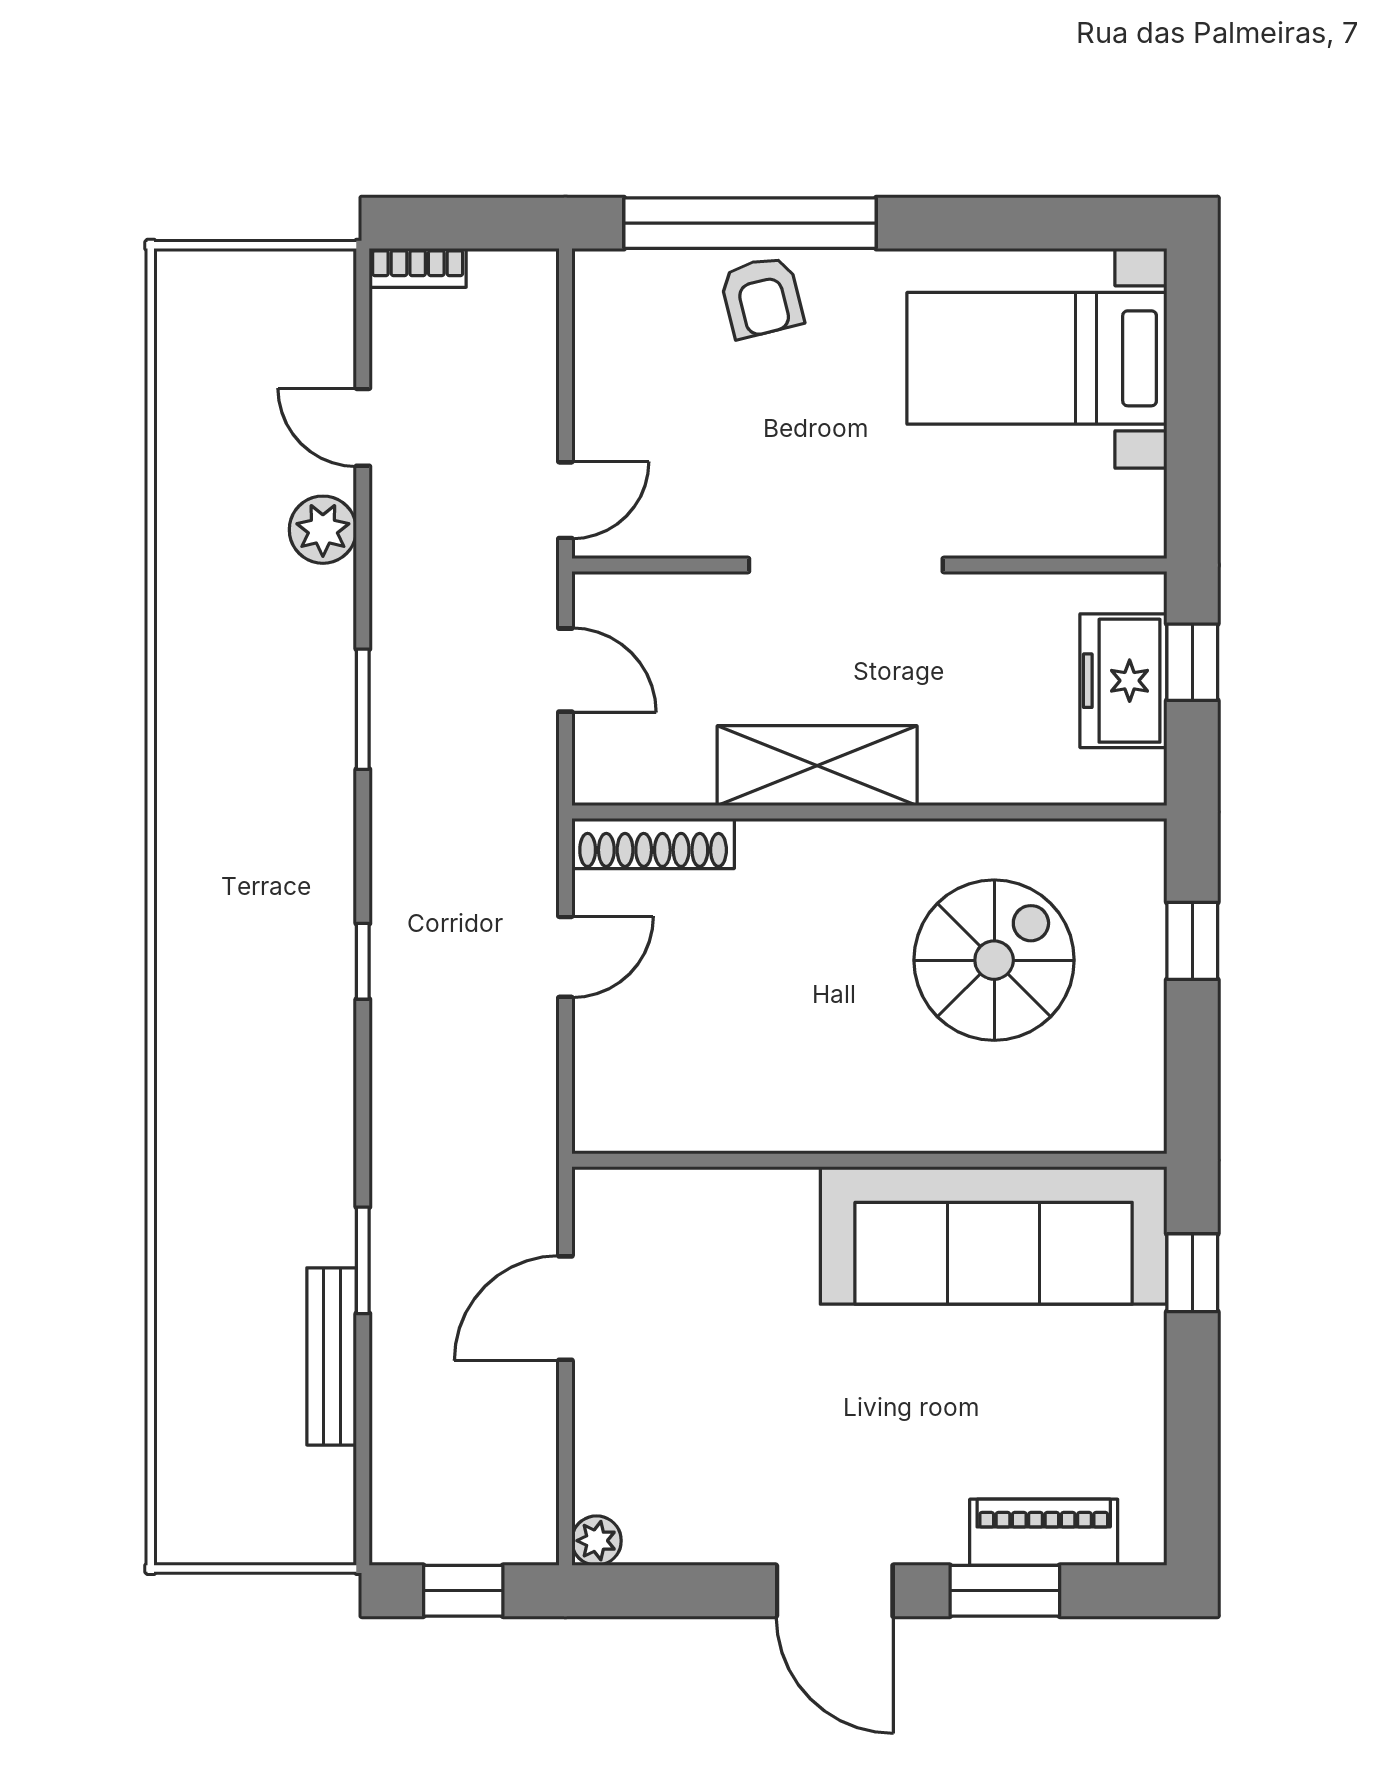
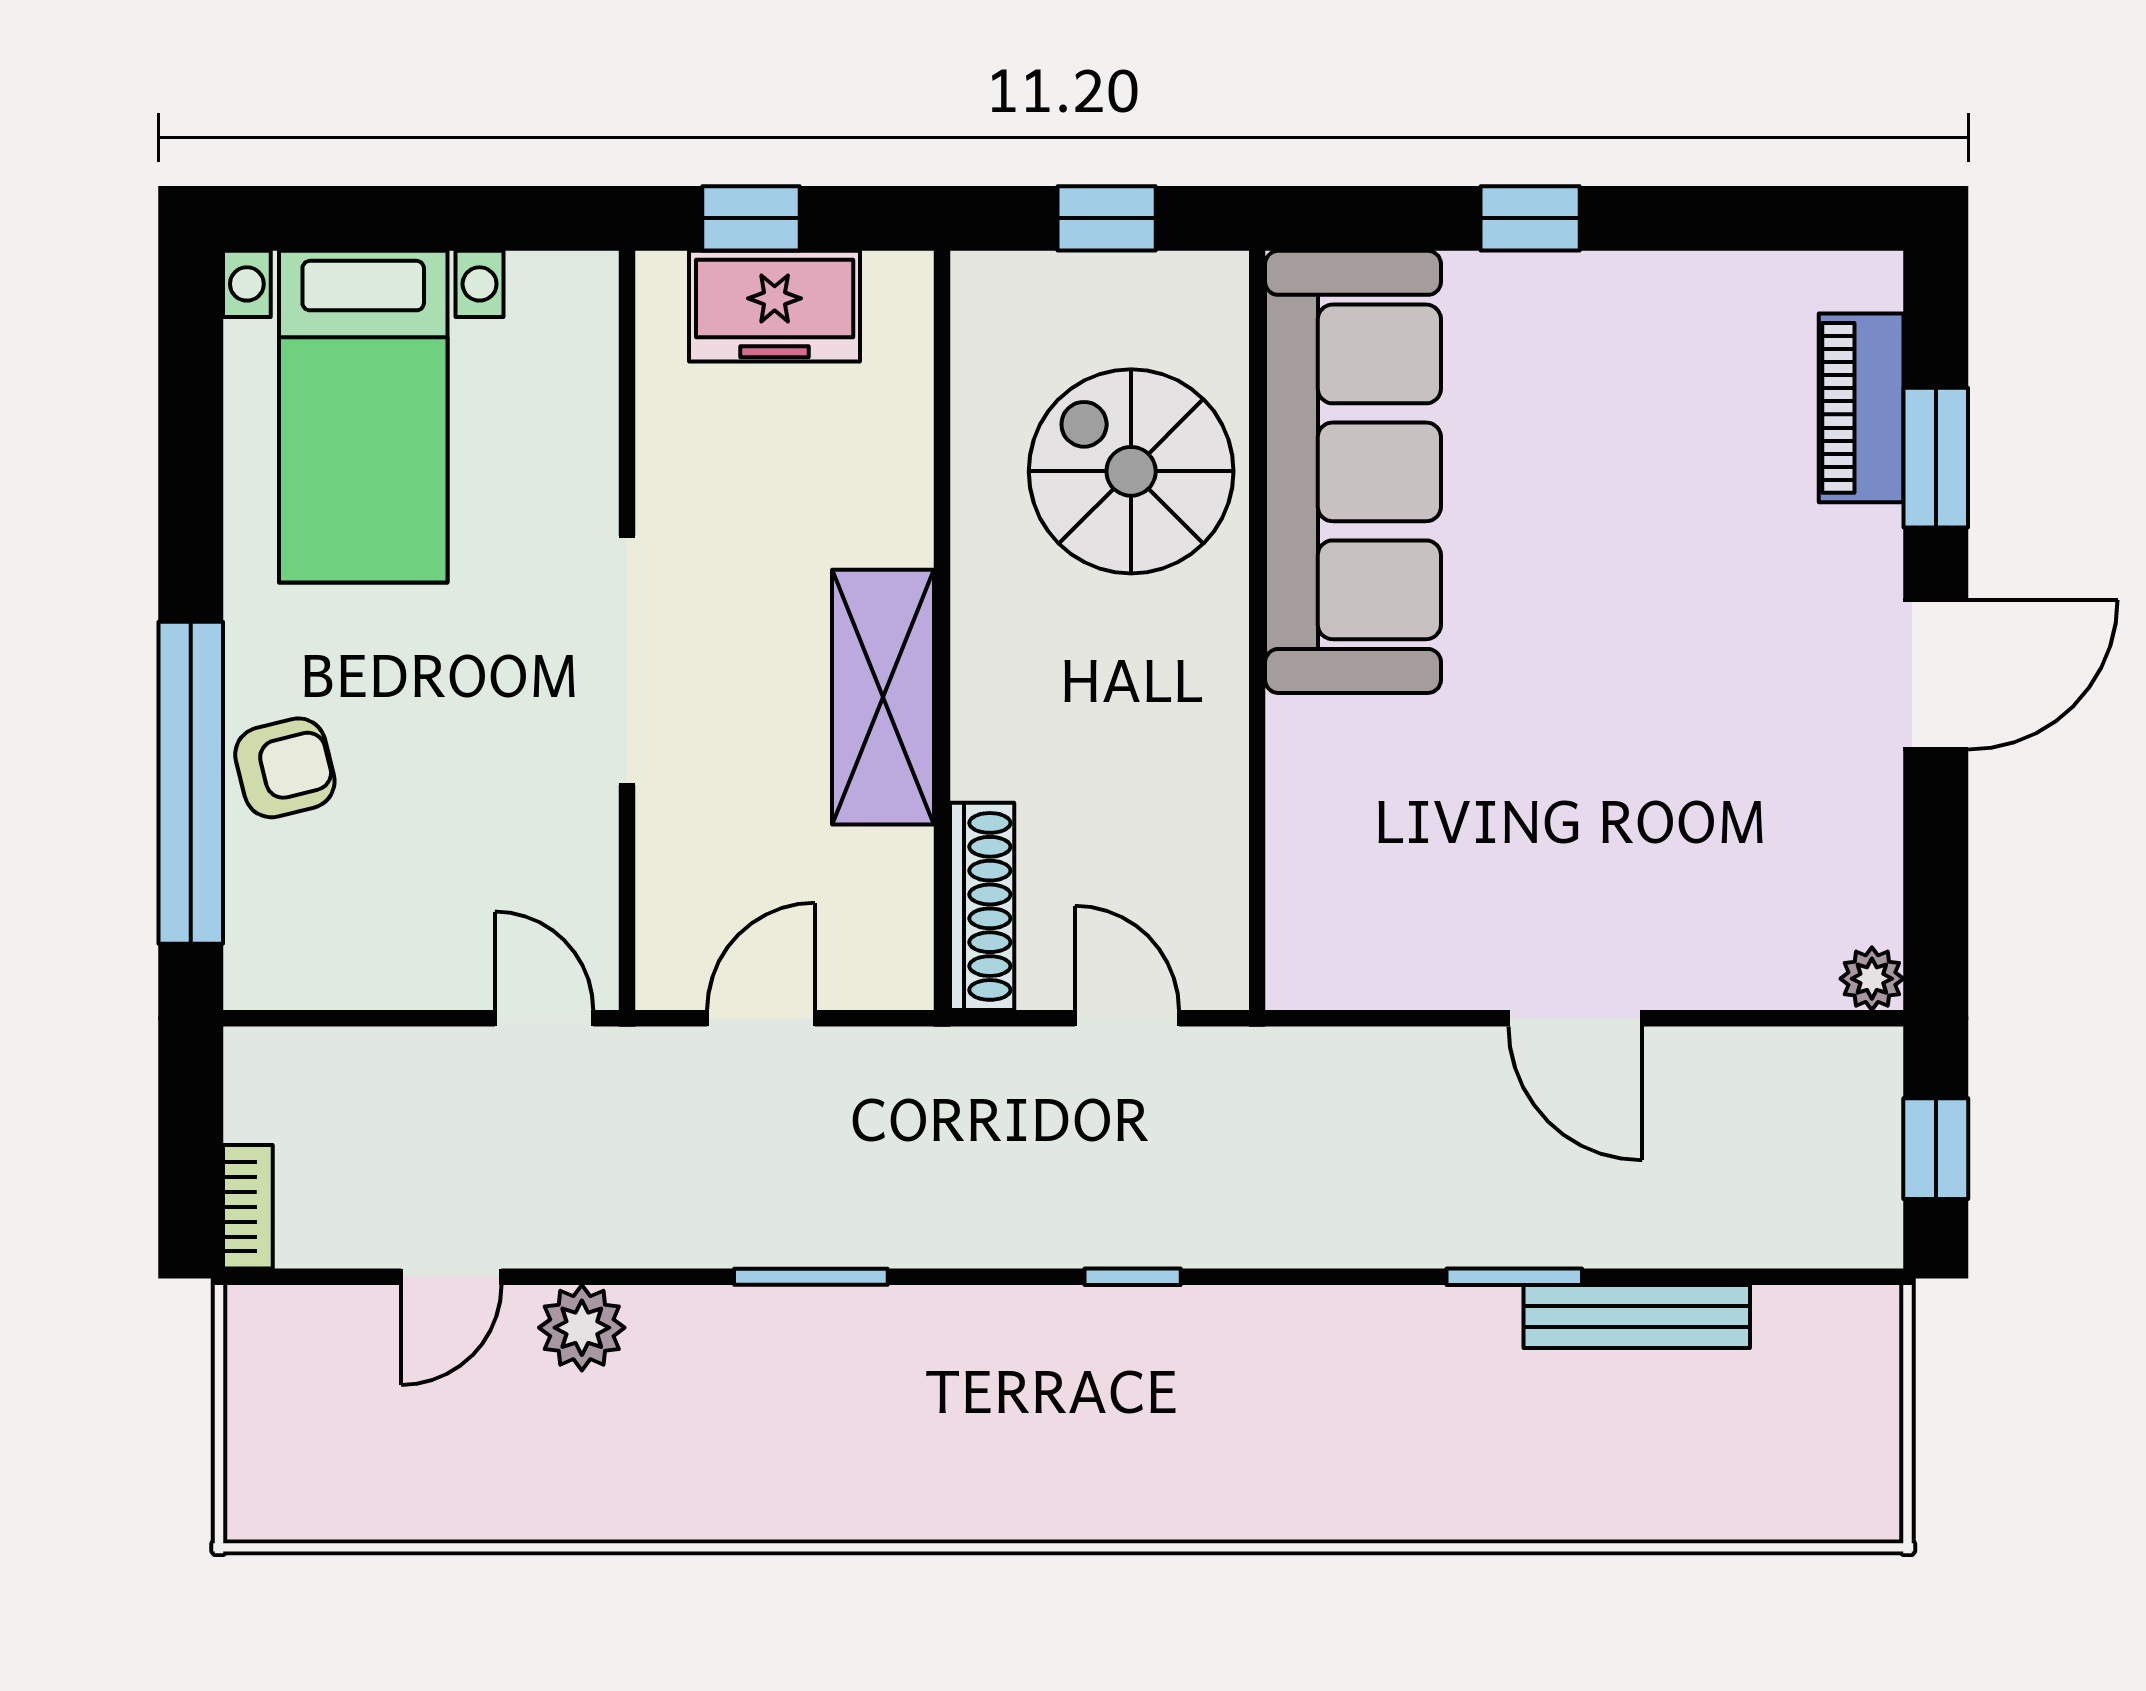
wall: (869, 1160) -> (1257, 630), moved
sofa: (994, 1235) -> (1353, 472), moved

